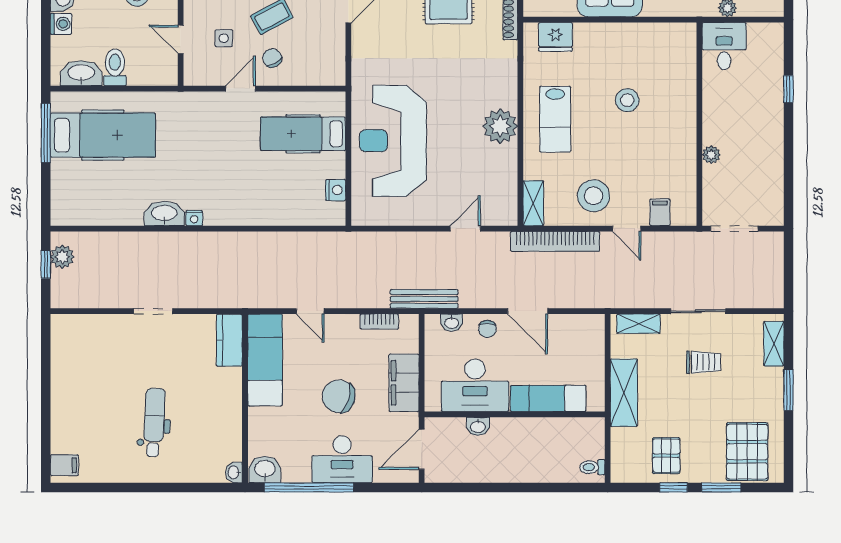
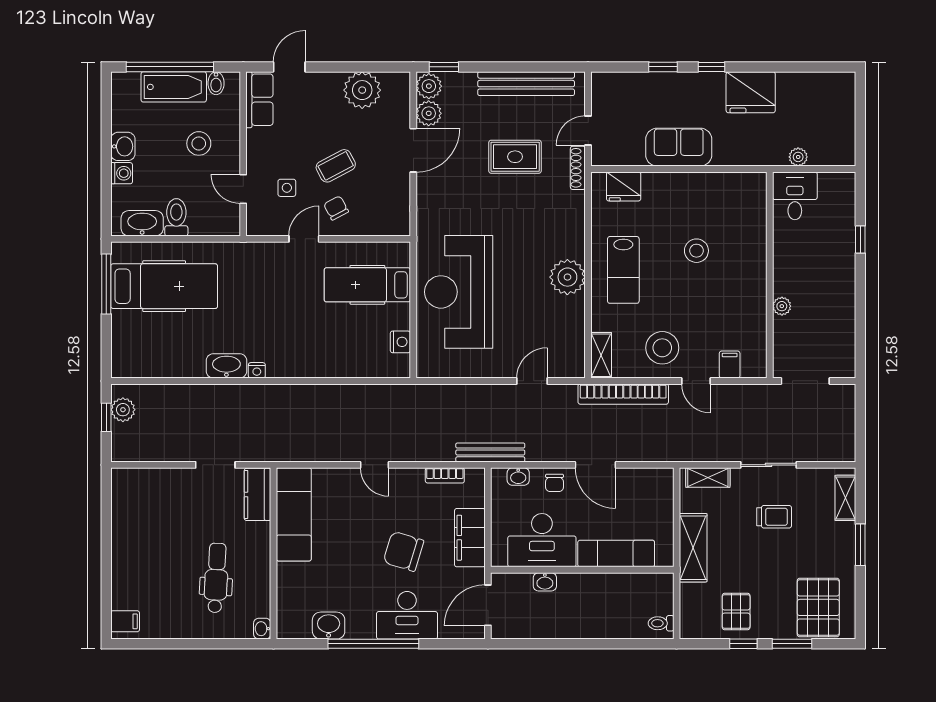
kitchen counter: (229, 340) -> (258, 494), moved
exam couch: (265, 360) -> (294, 514), moved
wall: (245, 398) -> (273, 553), moved
washbasin: (234, 472) -> (262, 629), moved

